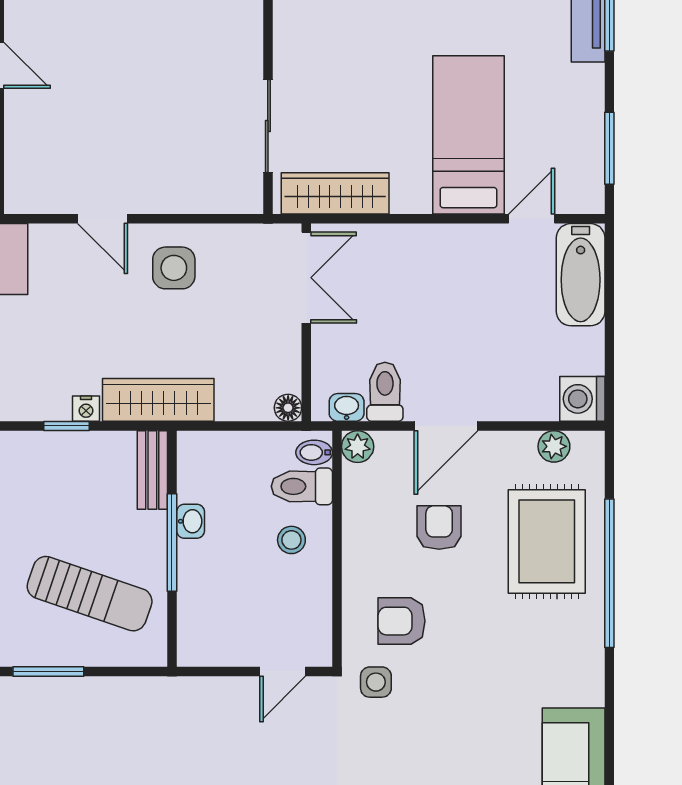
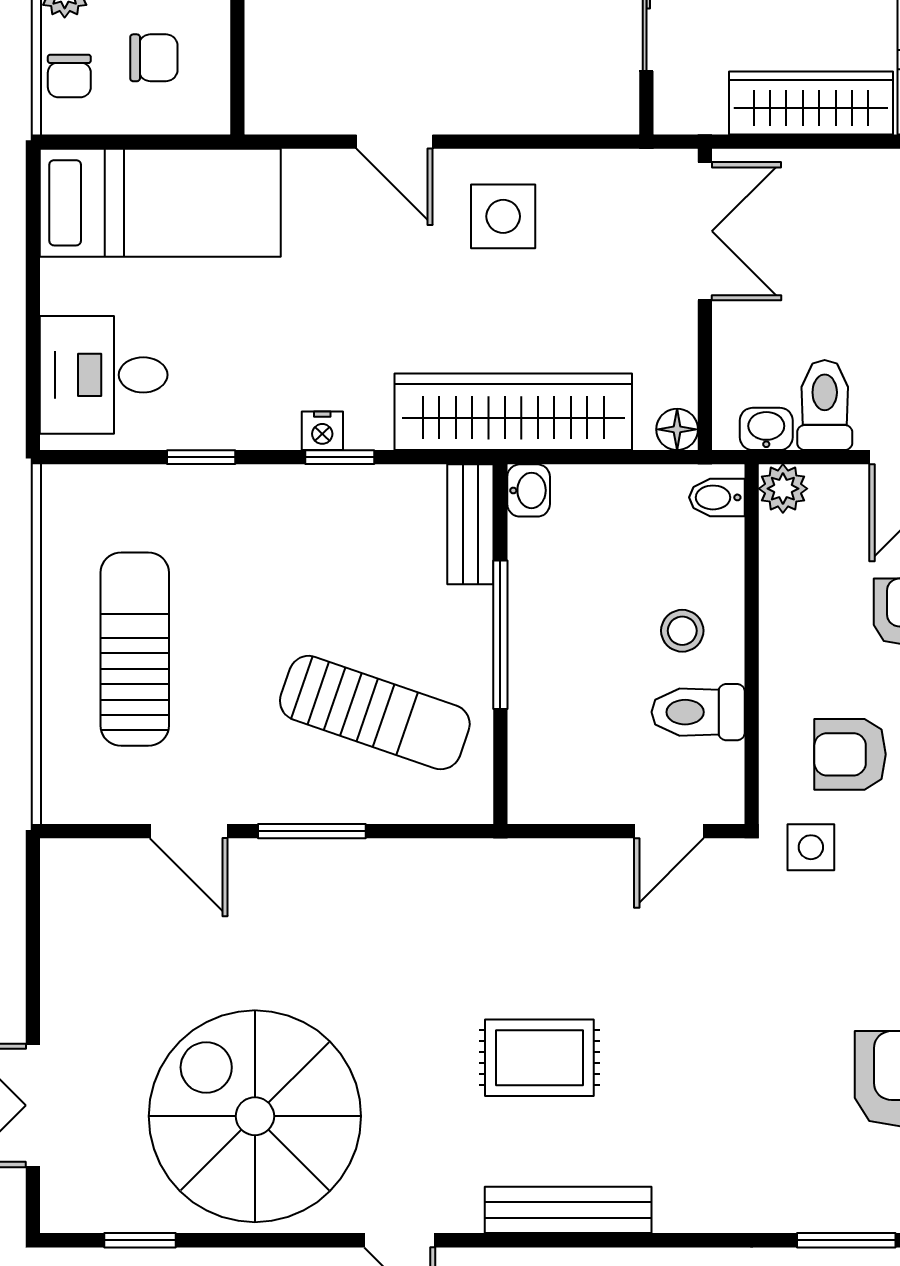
wardrobe: (335, 193) -> (811, 103), moved
wardrobe: (158, 400) -> (513, 412), width x1.40, depth x1.17
nightstand: (86, 409) -> (322, 431), moved
toilet: (302, 486) -> (698, 712), moved
washbasin: (191, 521) -> (529, 490), moved

